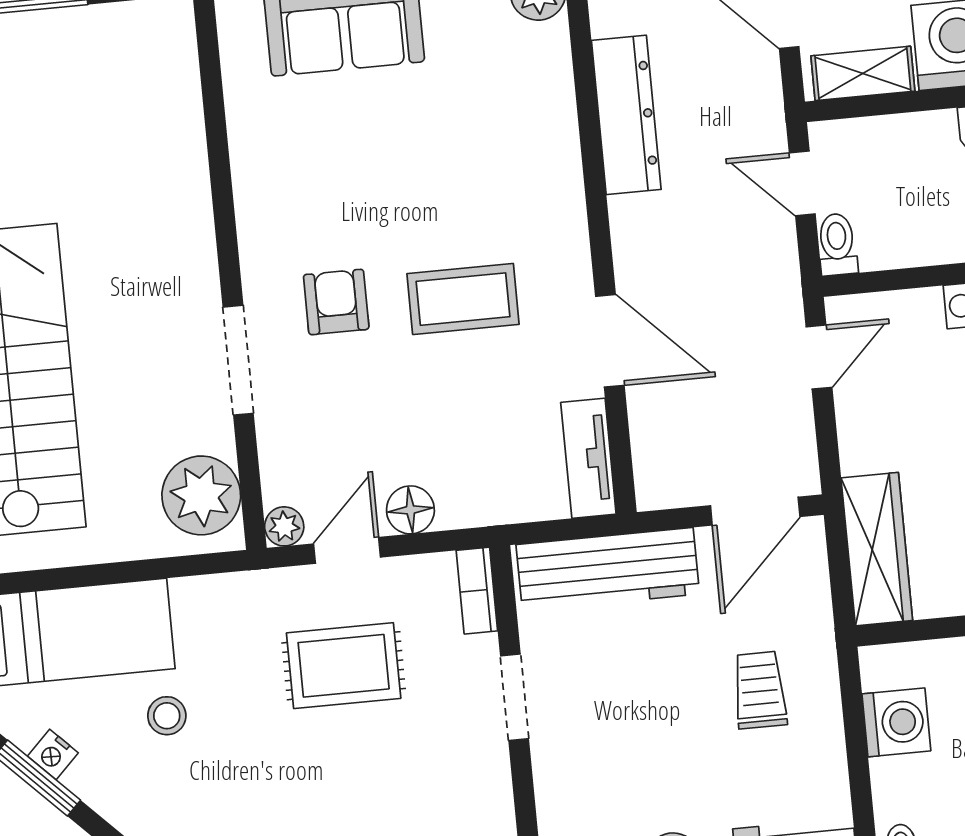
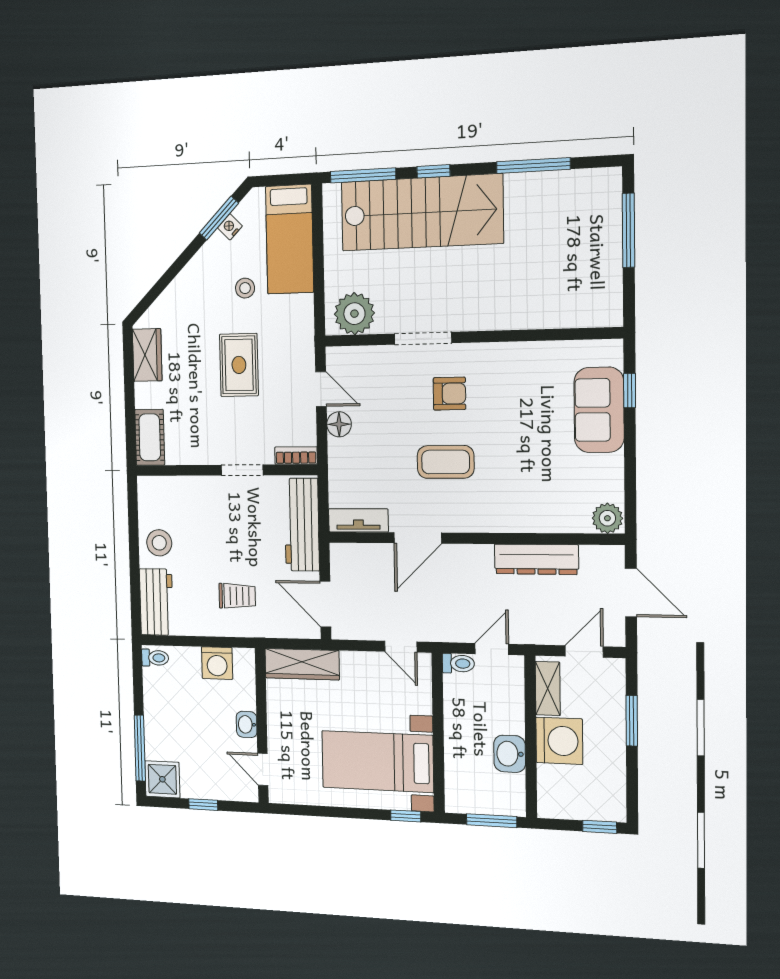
coffee table: (463, 299) -> (446, 462), turned 90
plant: (284, 526) -> (335, 357), removed
rug: (344, 666) -> (239, 365), moved

